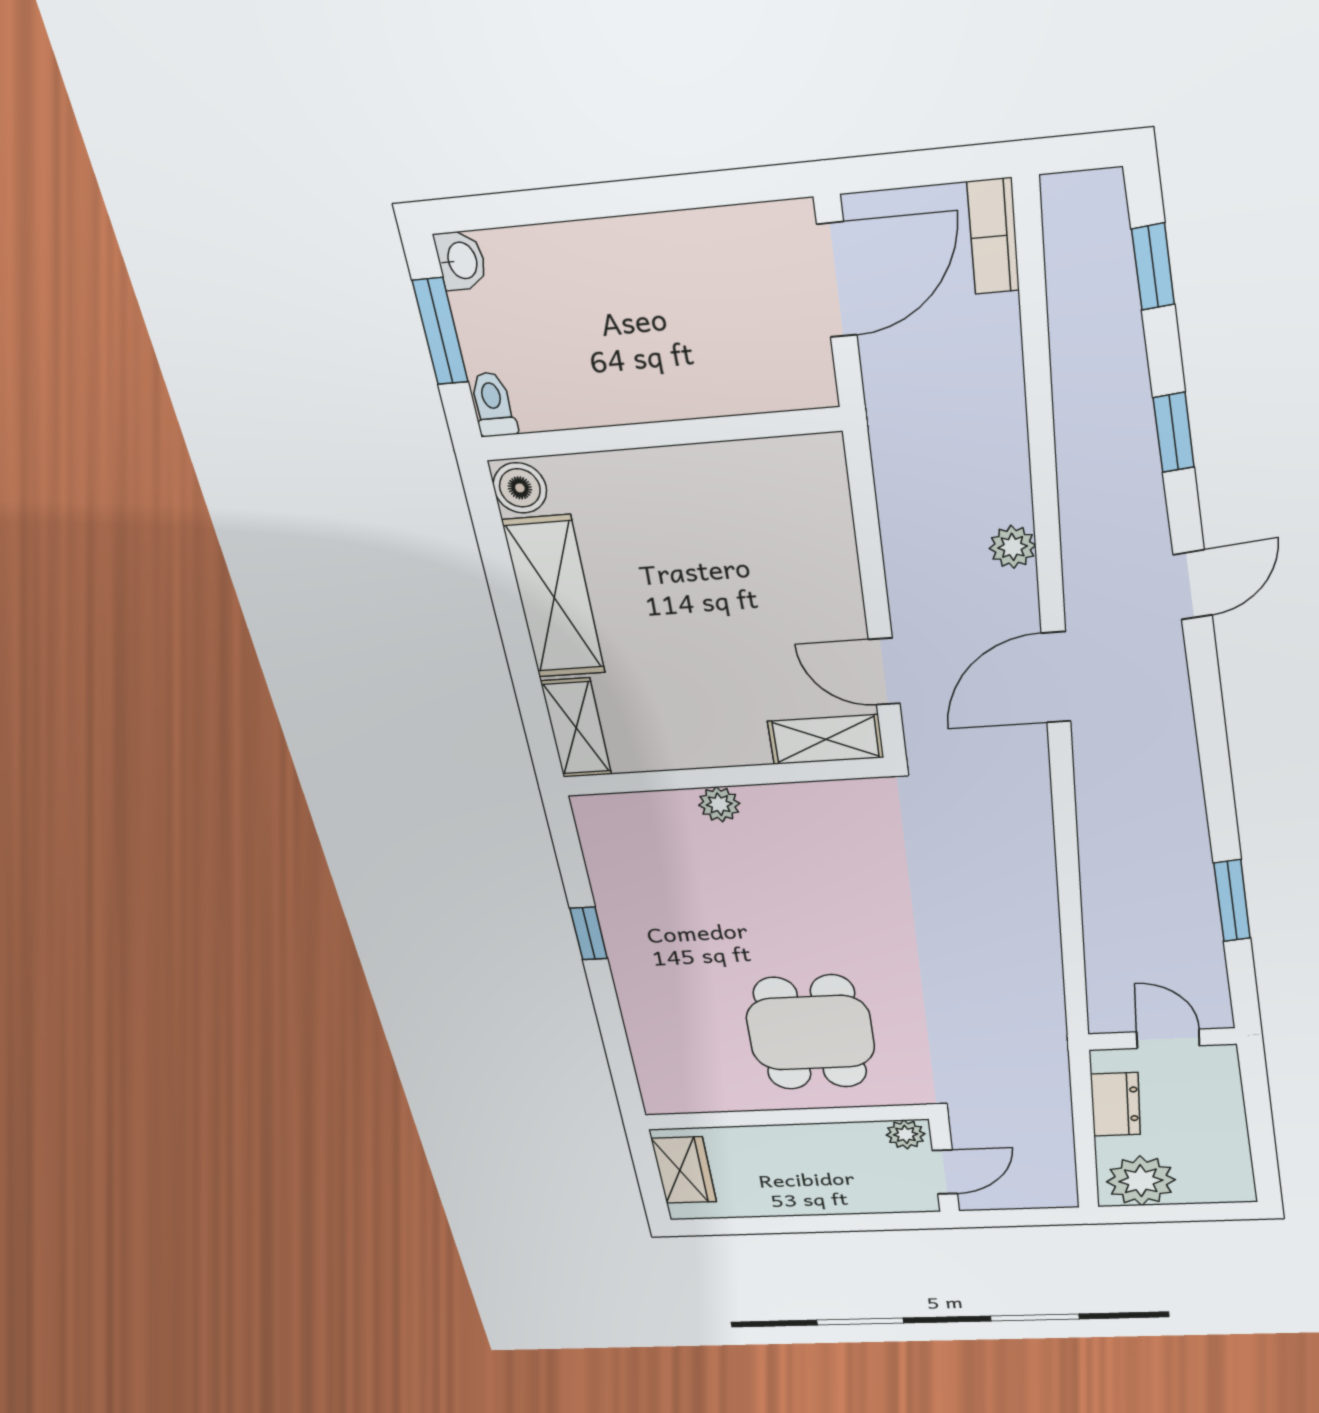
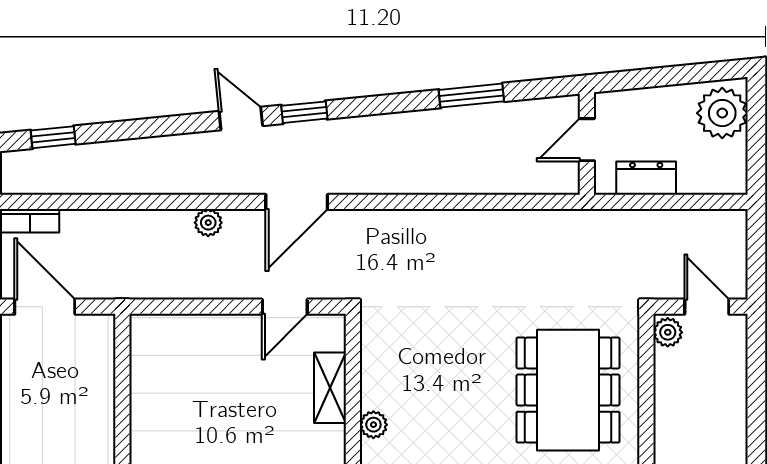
window: (1174, 433) -> (304, 112), moved
door: (1056, 678) -> (297, 202), hinge flipped
shelving: (826, 739) -> (330, 388), moved
dining table: (811, 1033) -> (568, 390), width x1.38
plant: (1141, 1181) -> (722, 113), moved

